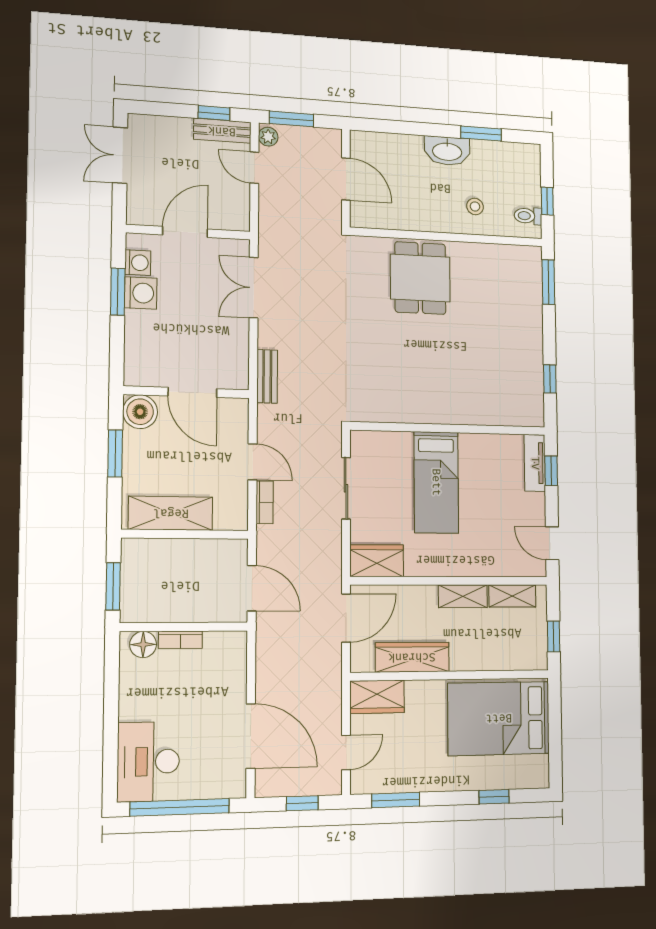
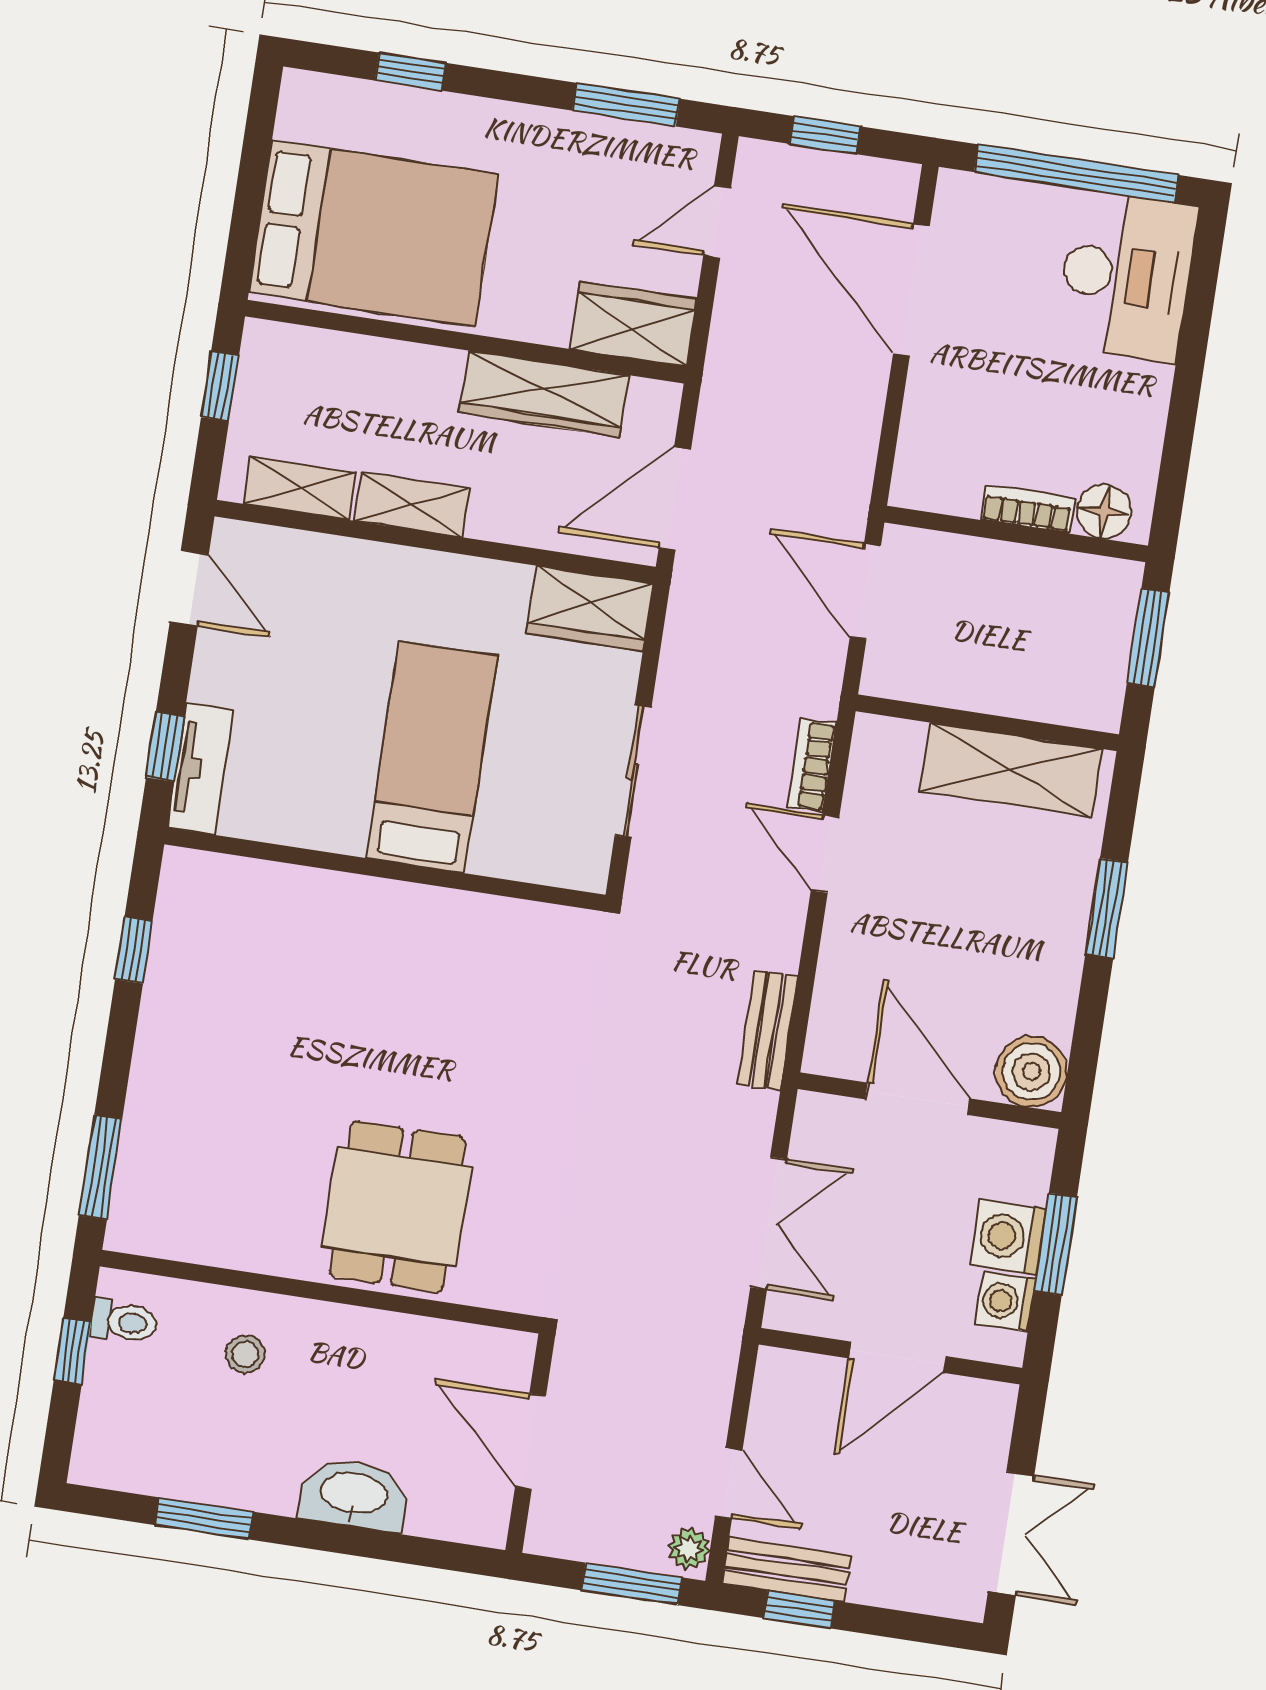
washbasin: (447, 151) -> (354, 1495), moved
wall: (187, 392) -> (929, 1101), moved
door: (192, 392) -> (918, 1099), moved
boiler: (140, 412) -> (1031, 1072), moved

